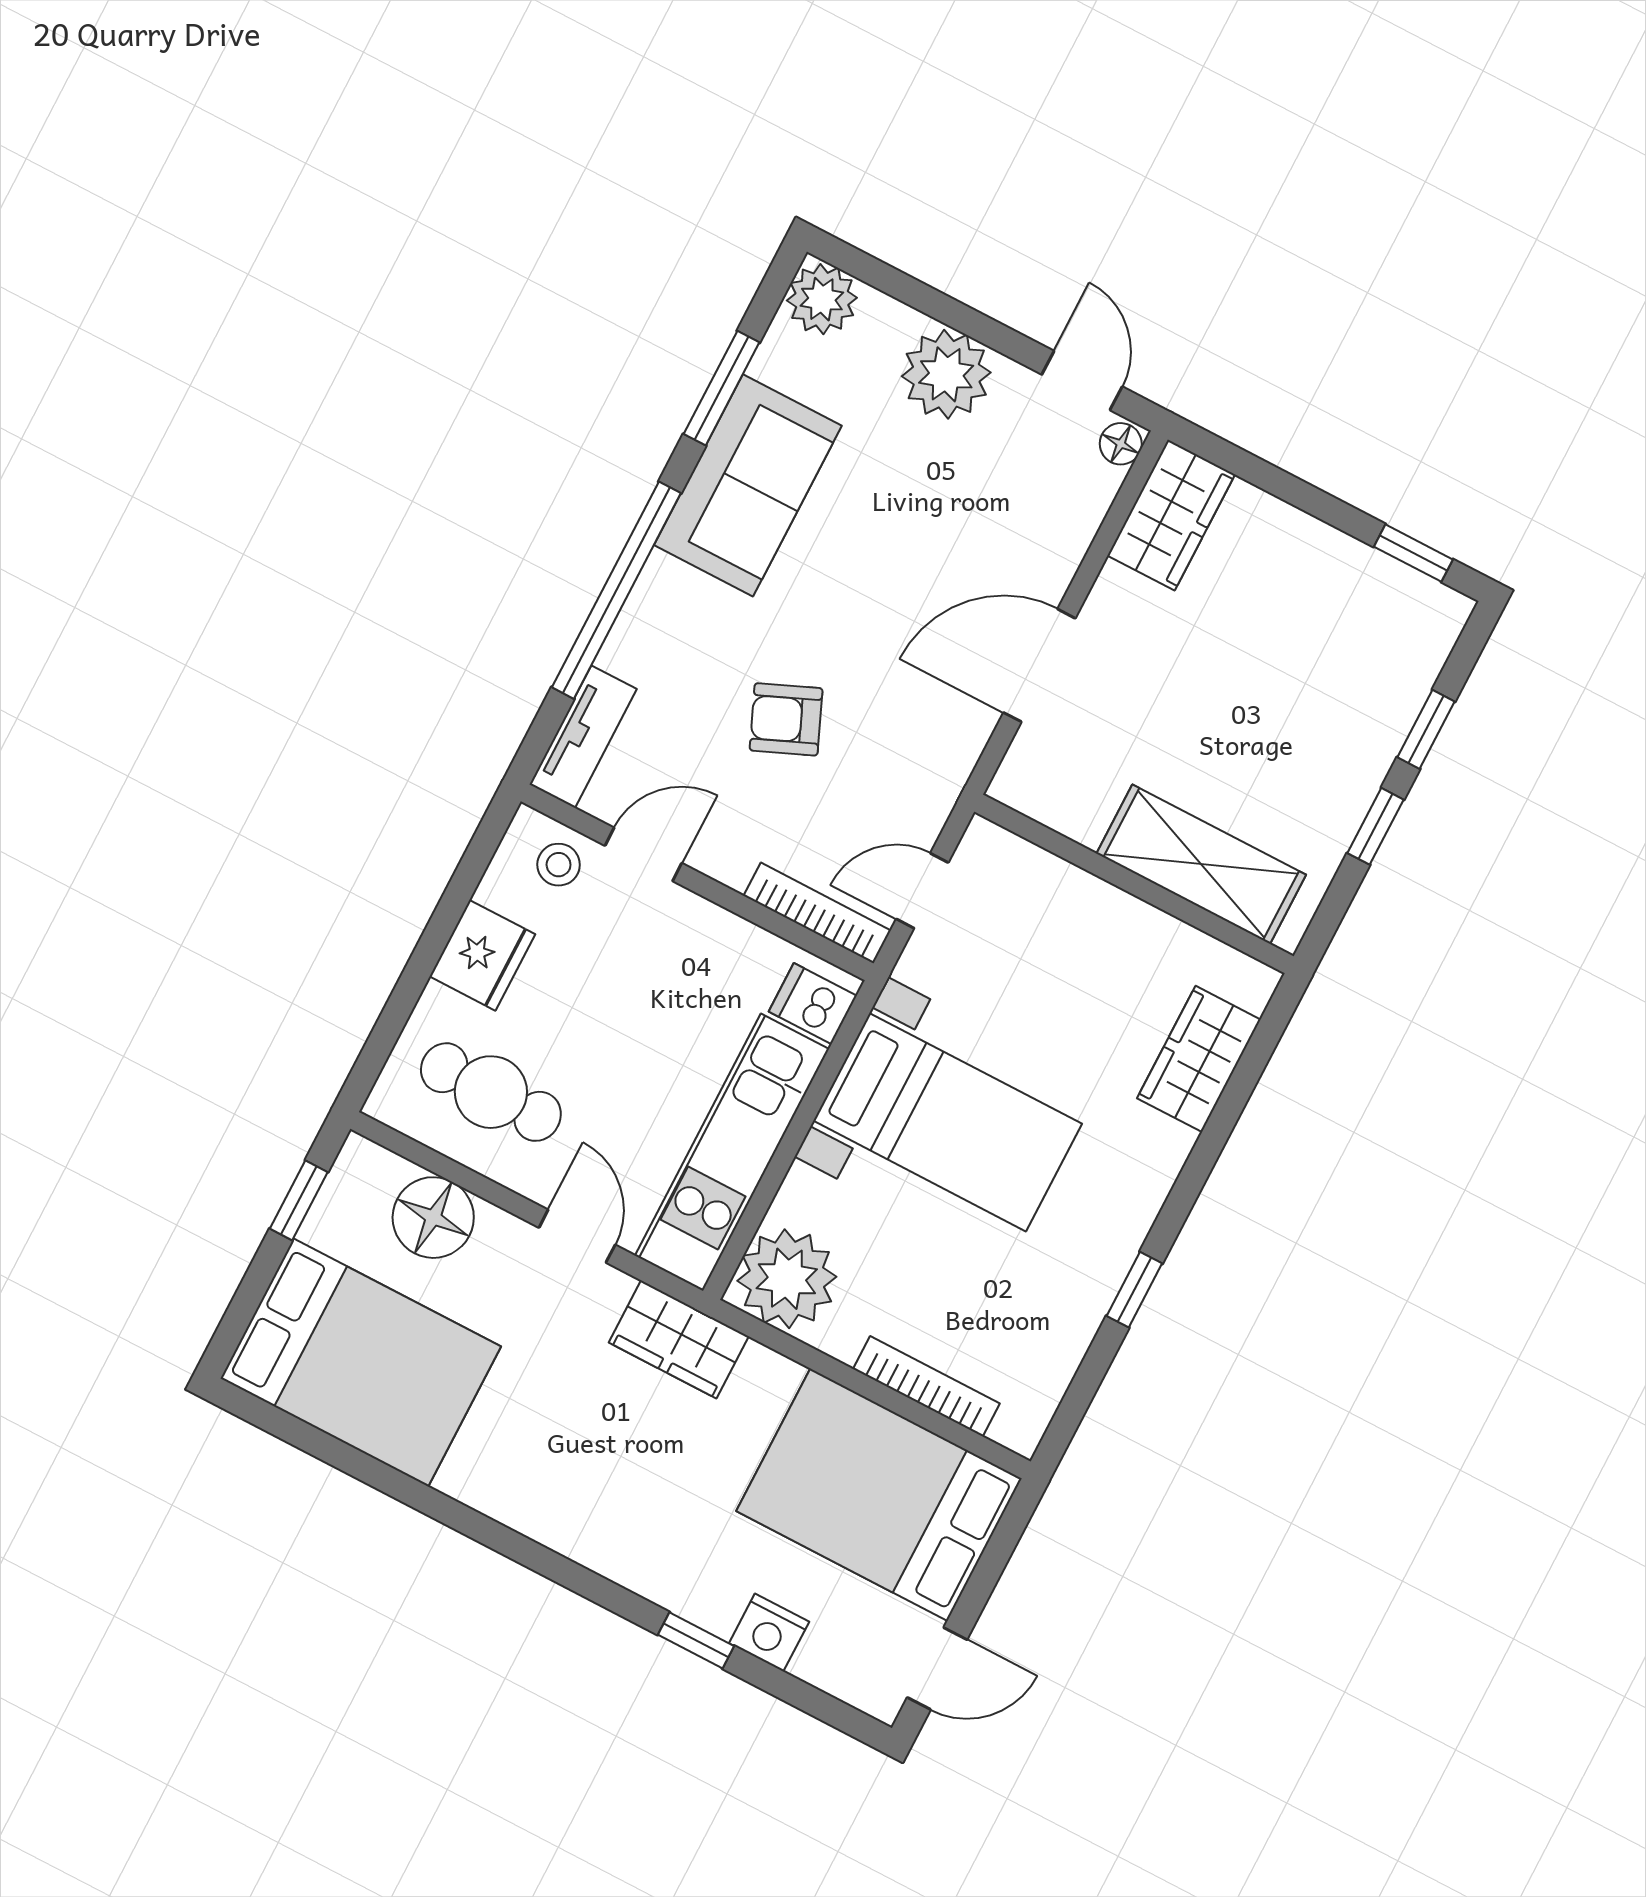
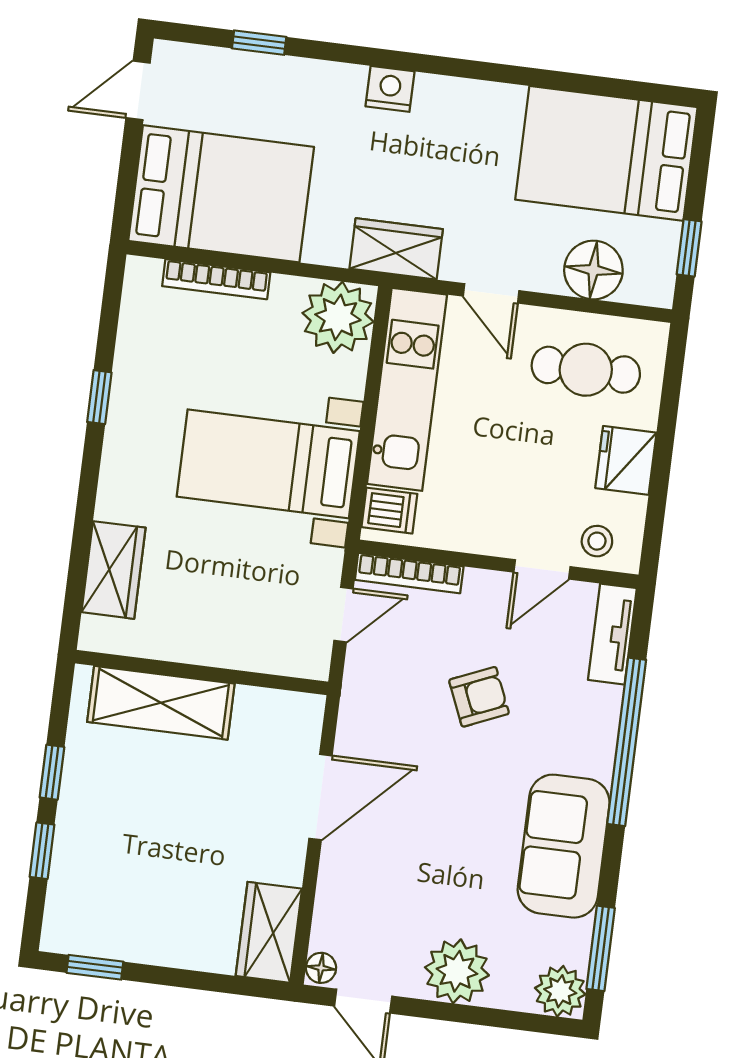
window: (722, 388) -> (601, 948), moved
nightstand: (769, 1632) -> (390, 89), moved
window: (696, 1640) -> (259, 43), moved

